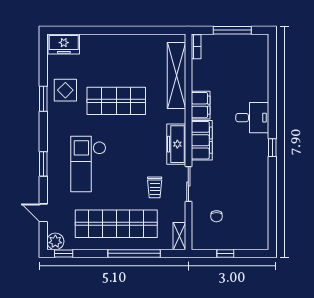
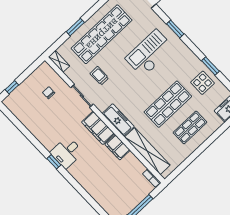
shop shelf: (116, 60) -> (190, 127), added
desk: (252, 118) -> (67, 152), moved
freezer: (176, 144) -> (118, 120), moved
checkout: (88, 164) -> (150, 53), turned -90
window: (134, 253) -> (75, 27), width x0.47
window: (225, 253) -> (12, 87), moved

